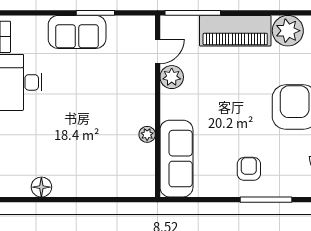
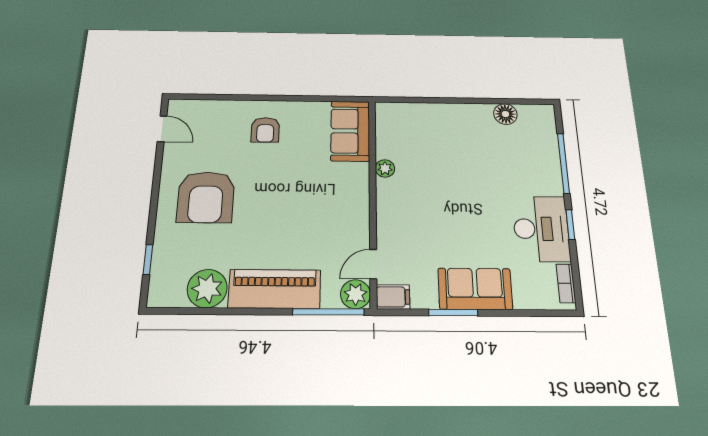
filing cabinet: (142, 25) -> (393, 297), added
plant: (172, 77) -> (356, 294), moved
sofa: (176, 159) -> (350, 131), width x0.73
window: (266, 200) -> (247, 98), removed

